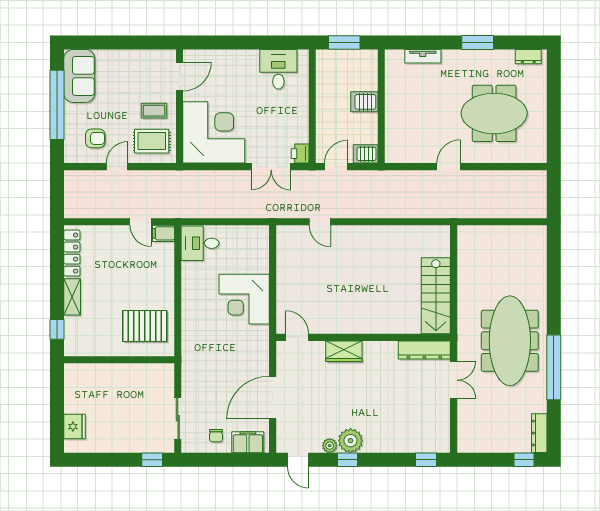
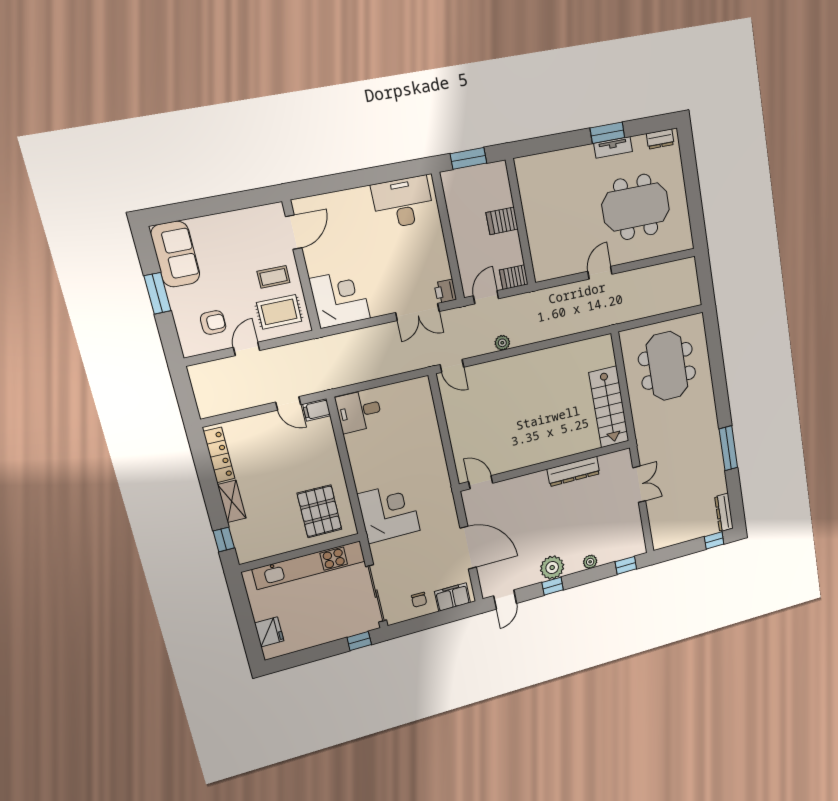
tv unit: (423, 56) -> (613, 147), moved
desk: (278, 69) -> (403, 202), width x1.37
window: (57, 105) -> (157, 293), width x0.47
corner desk: (214, 132) -> (340, 299), width x0.74, depth x0.74
plant: (343, 211) -> (502, 343), added
door: (320, 222) -> (452, 366), moved
corner desk: (244, 299) -> (389, 512), moved, turned 180
pallet: (145, 326) -> (319, 511), turned 90
meeting table: (510, 341) -> (667, 366), moved, width x0.73
dresser: (424, 350) -> (573, 471), moved
wardrobe: (344, 351) -> (530, 484), removed
window: (554, 367) -> (728, 448), width x0.68
kitchen unit: (124, 374) -> (309, 565), added
door: (273, 398) -> (468, 548), swing flipped
sliding door: (178, 418) -> (376, 594), width x1.37
plant: (330, 446) -> (590, 562), moved
door: (298, 460) -> (505, 600), hinge flipped

